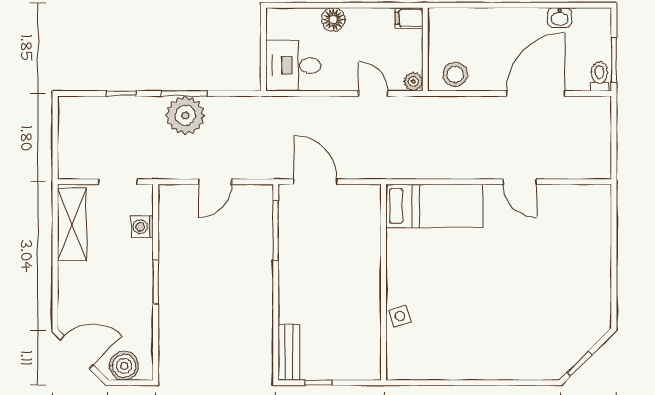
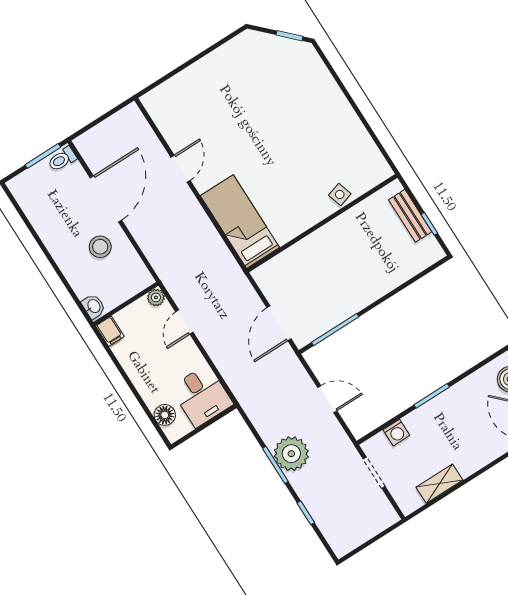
washbasin: (560, 18) -> (94, 306), moved
floor lamp: (333, 19) -> (165, 415), moved
stool: (455, 74) -> (100, 247), moved
door: (536, 94) -> (106, 199), swing flipped
shelving: (72, 224) -> (439, 484), width x0.67, depth x0.75
bench: (289, 352) -> (410, 216), moved, turned 90

